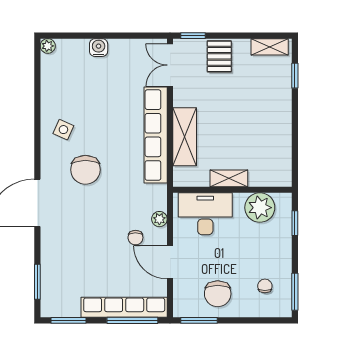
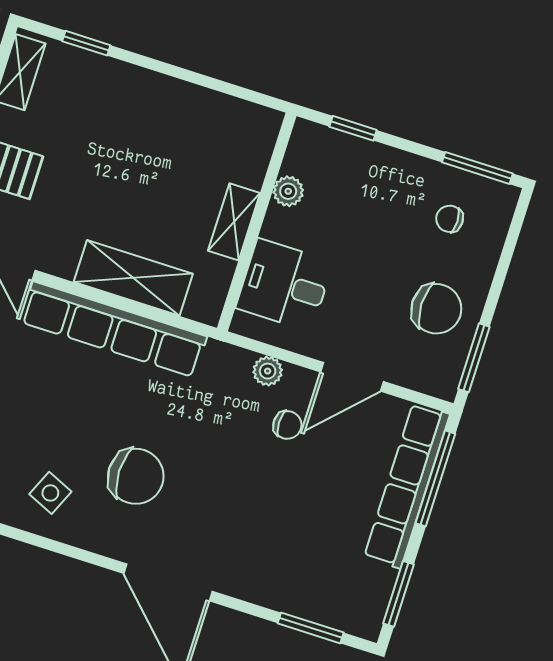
plant: (260, 208) -> (288, 191), width x0.53, depth x0.53
desk: (205, 214) -> (285, 285), width x0.73

